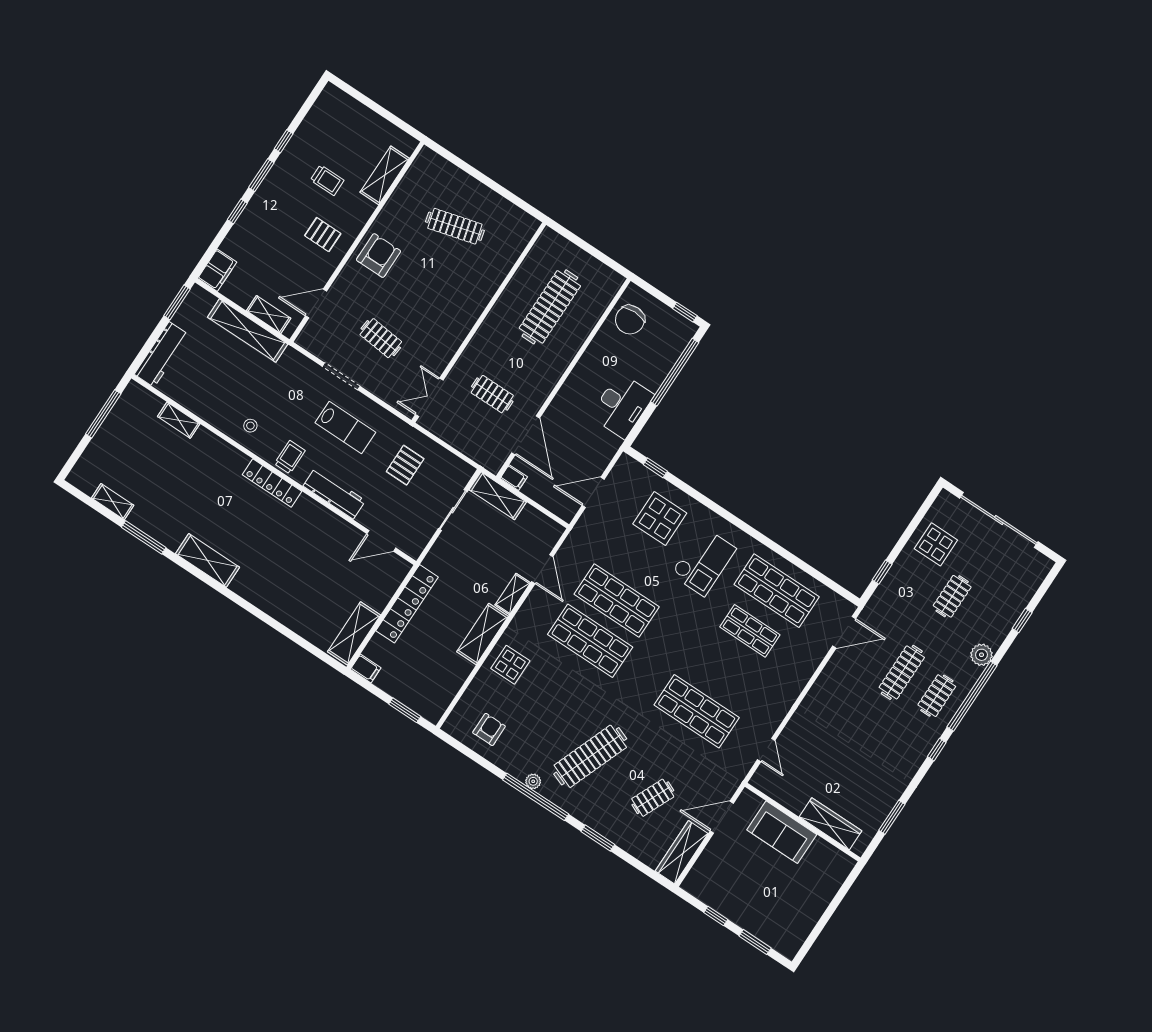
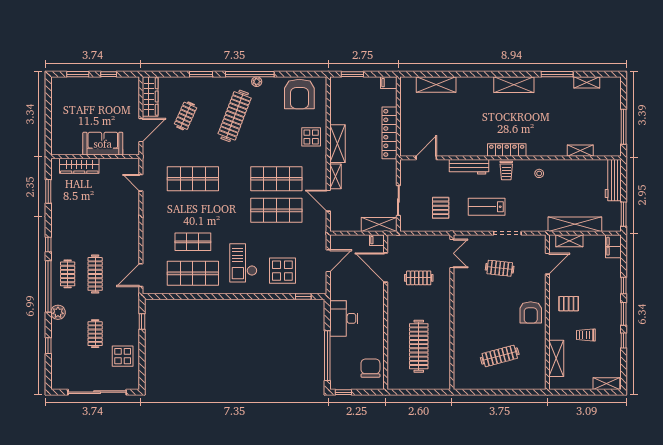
shelving: (342, 101) -> (606, 384), added
shelving: (354, 633) -> (436, 84), moved, turned 90
armchair: (489, 729) -> (299, 94), width x1.88, depth x1.88

